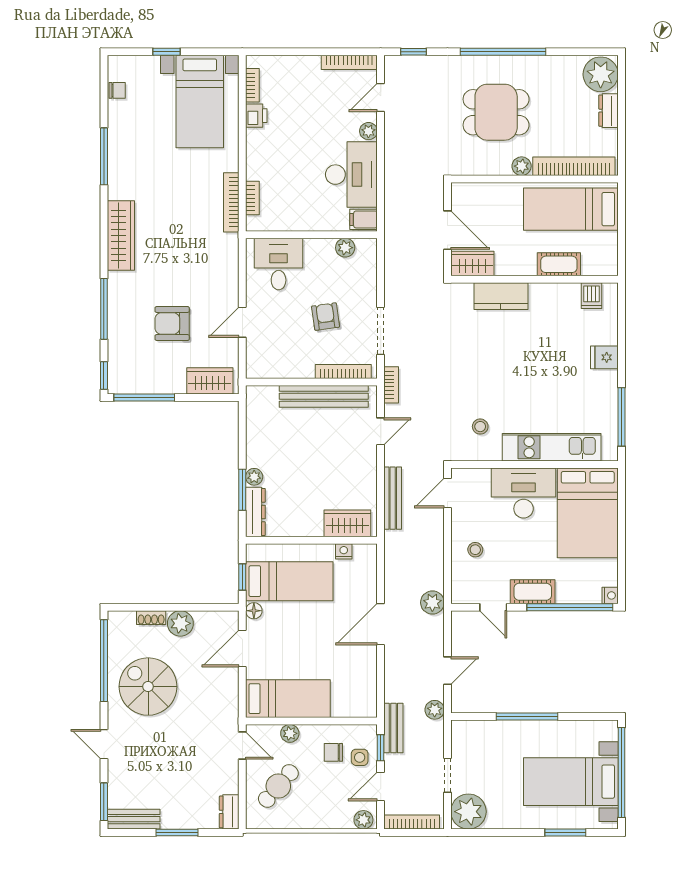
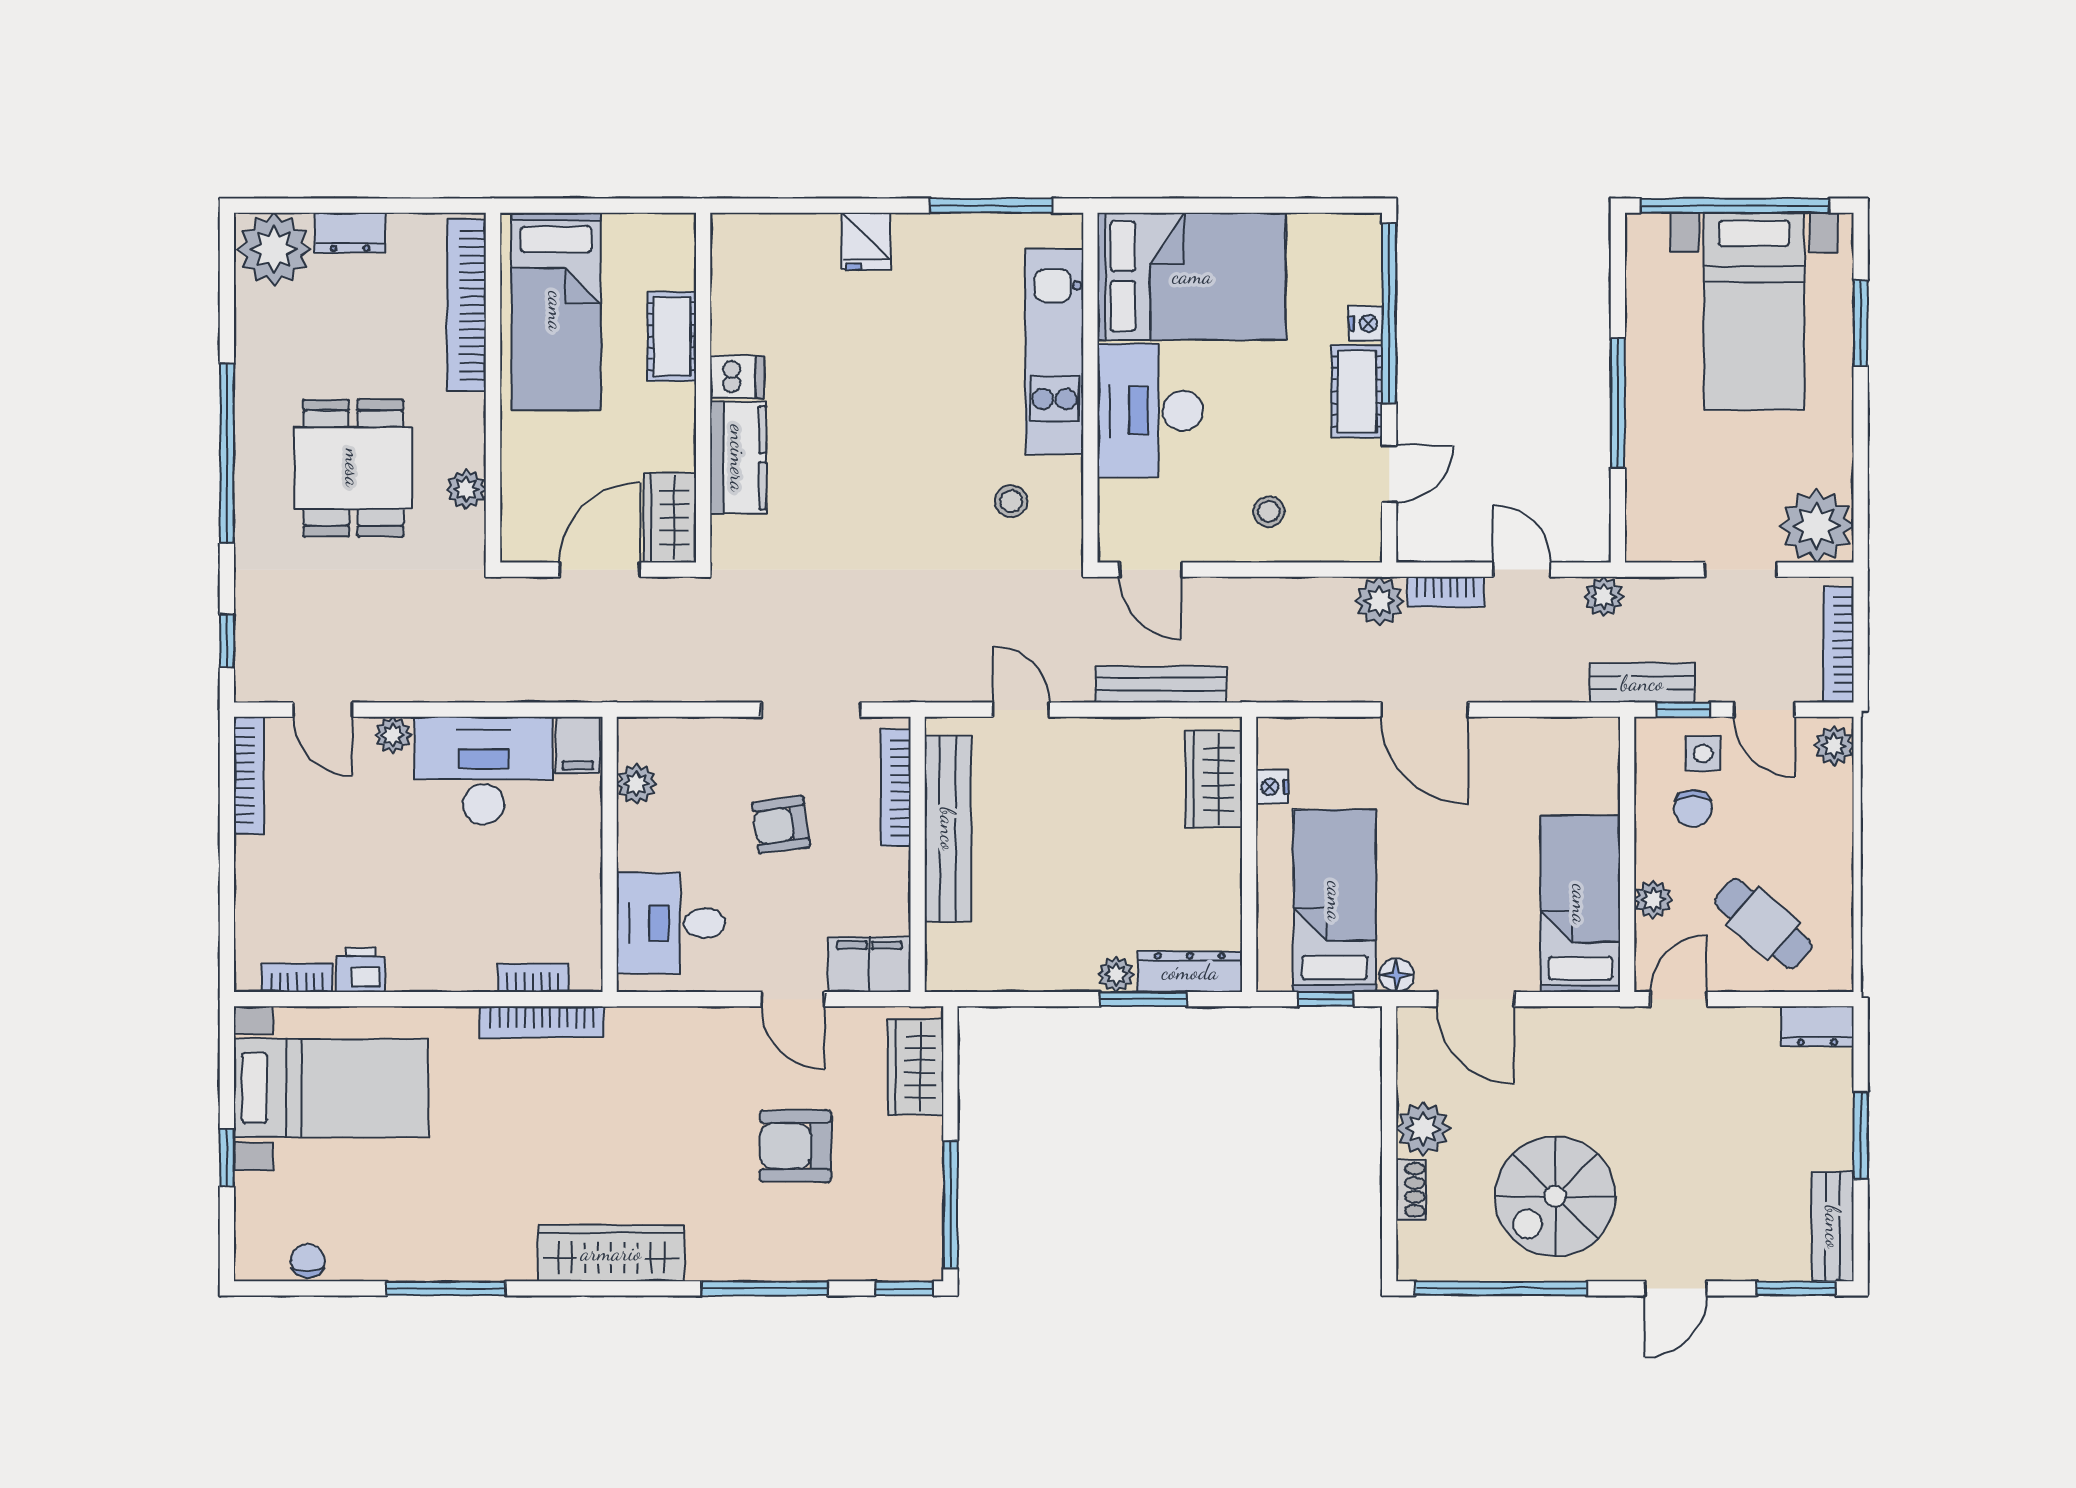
plant: (522, 166) -> (466, 489), moved
dishwasher: (591, 296) -> (737, 377), moved
armchair: (172, 323) -> (795, 1146), turned 90
filing cabinet: (259, 359) -> (869, 965), added
bookcase: (391, 385) -> (1446, 592), moved, turned 180
nightstand: (610, 595) -> (1366, 324), moved, turned 90

